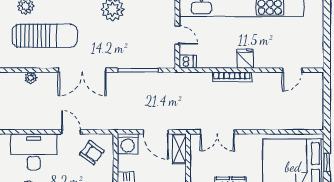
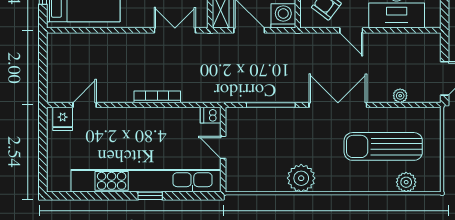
fridge: (245, 59) -> (63, 119), moved

